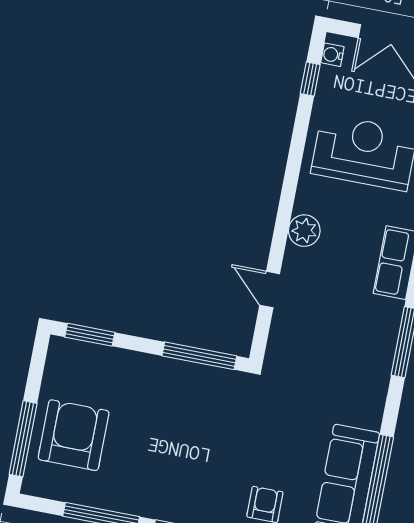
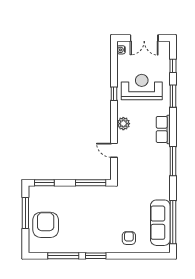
window: (310, 79) -> (114, 94), moved
window: (23, 439) -> (25, 213), moved

